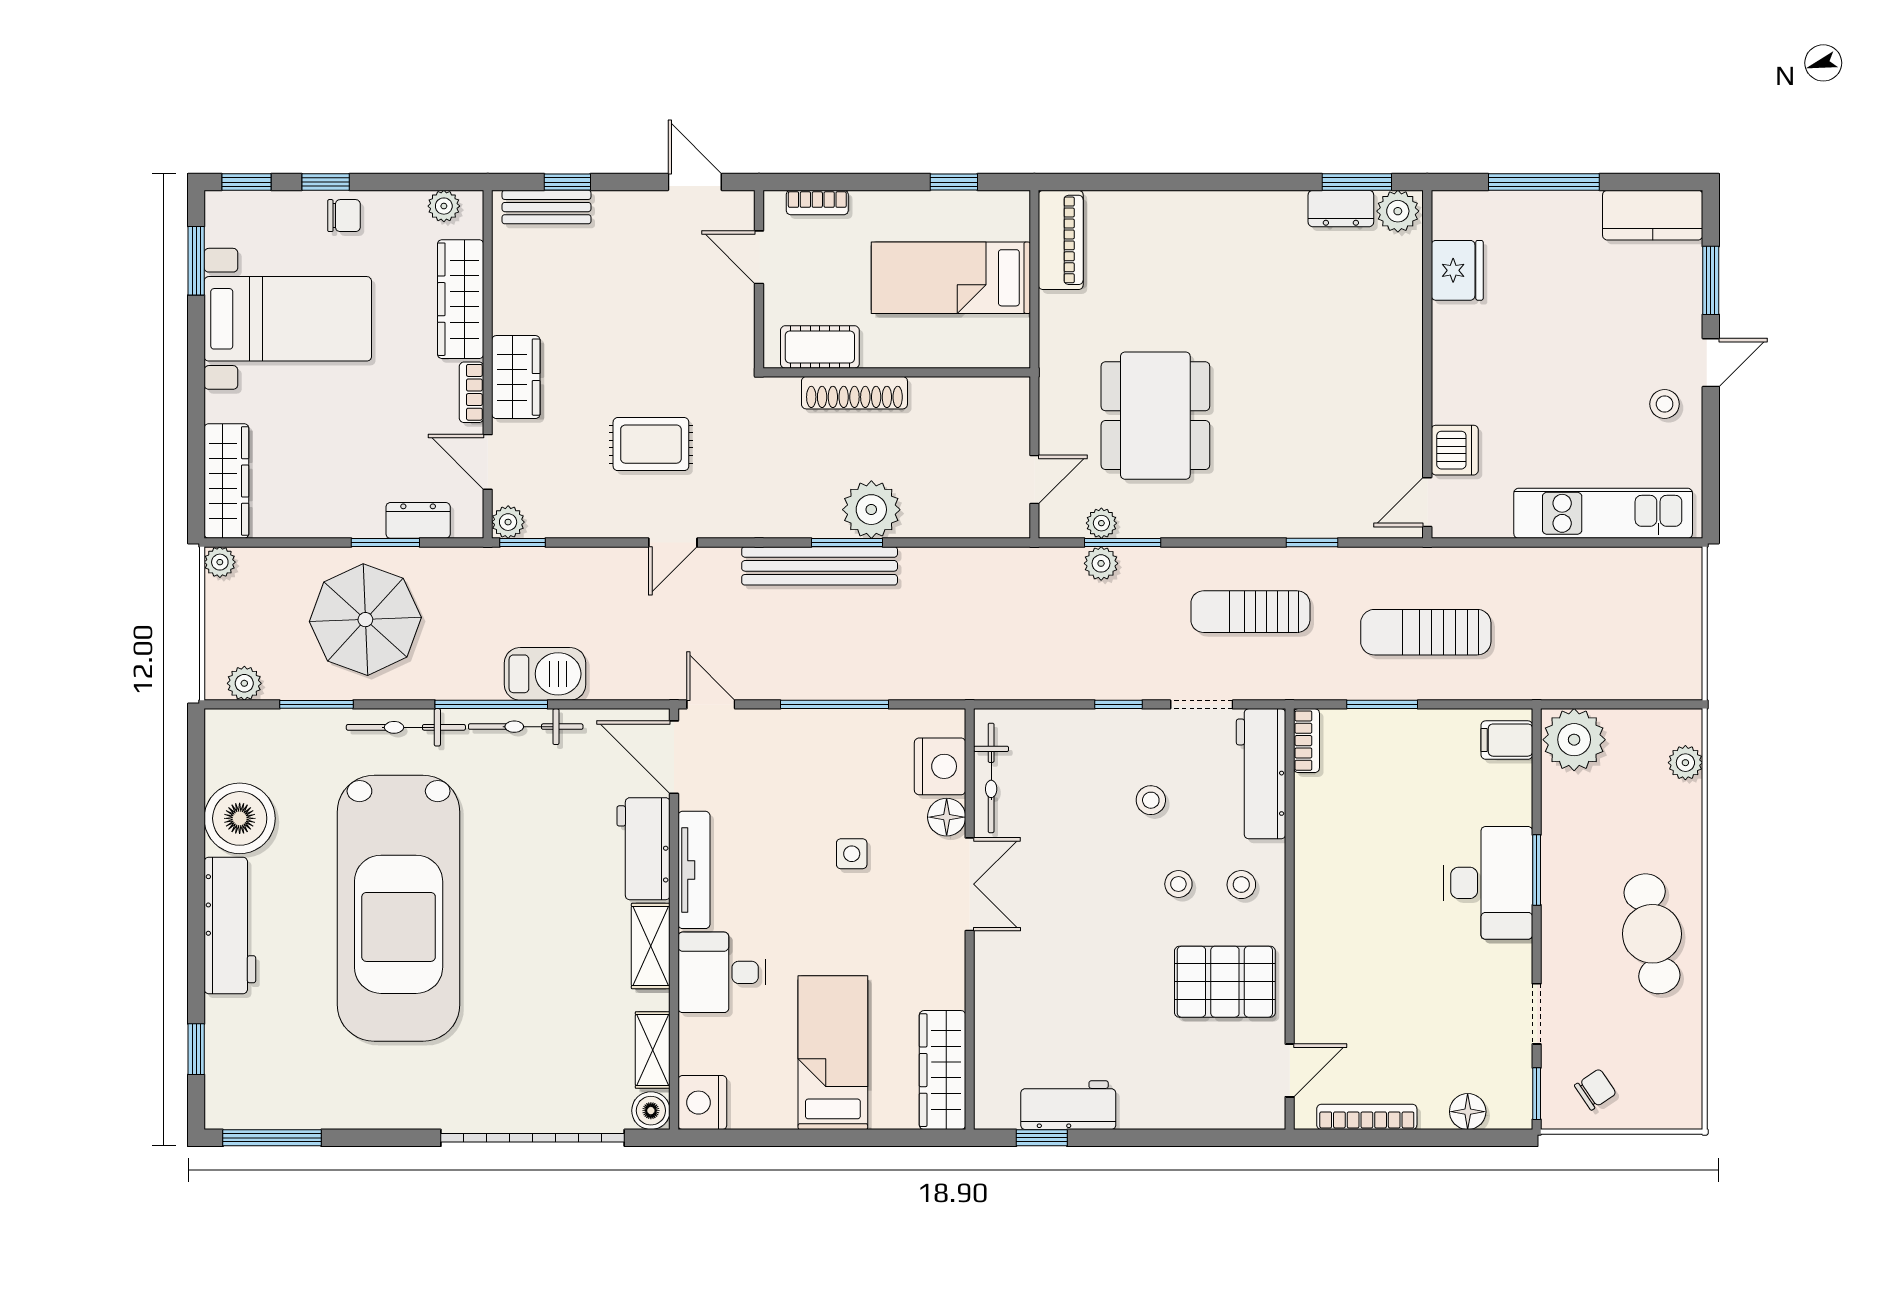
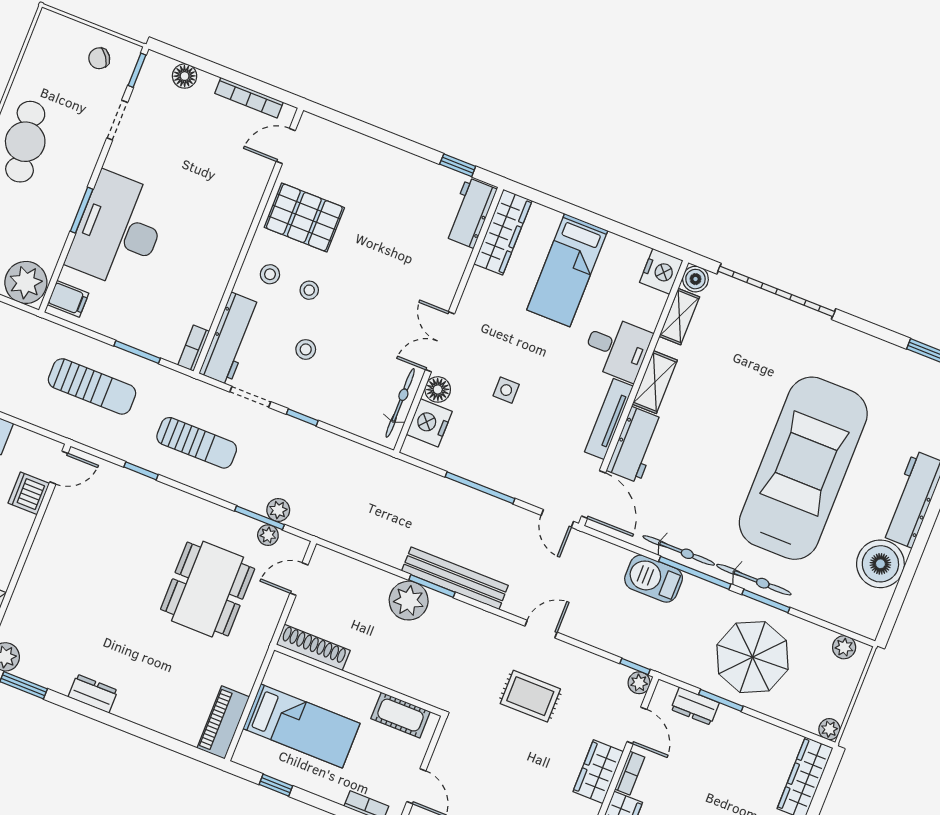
dresser: (1341, 208) -> (93, 694), moved
shoe rack: (854, 393) -> (313, 647), moved
window: (316, 704) -> (766, 601), moved
desk: (1488, 883) -> (118, 230), width x1.36, depth x1.30
workbench: (1068, 1105) -> (470, 213), moved, turned 90

